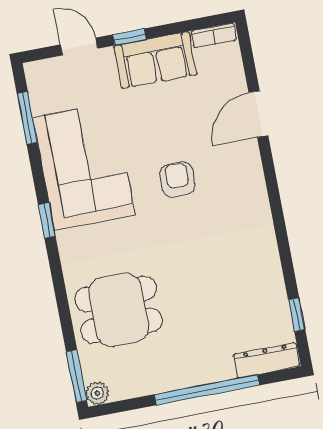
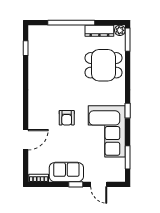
dresser: (267, 360) -> (99, 31), moved

